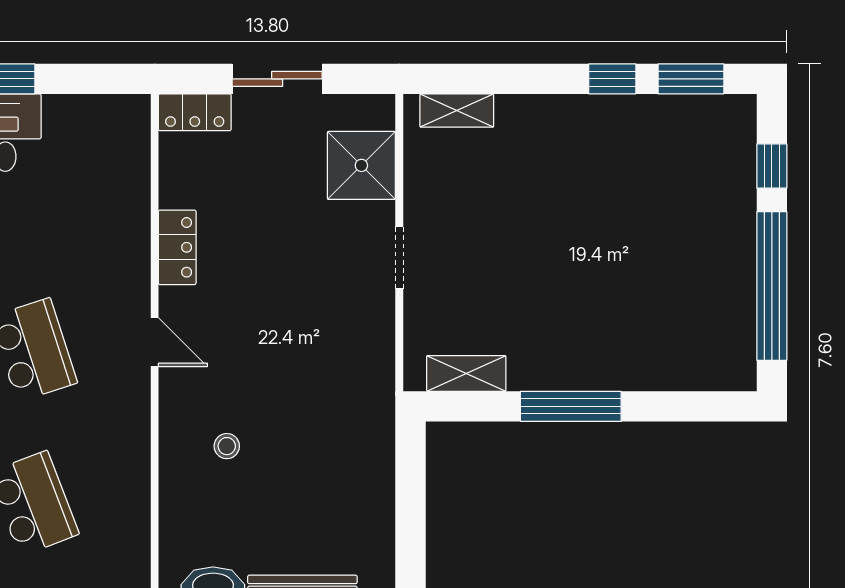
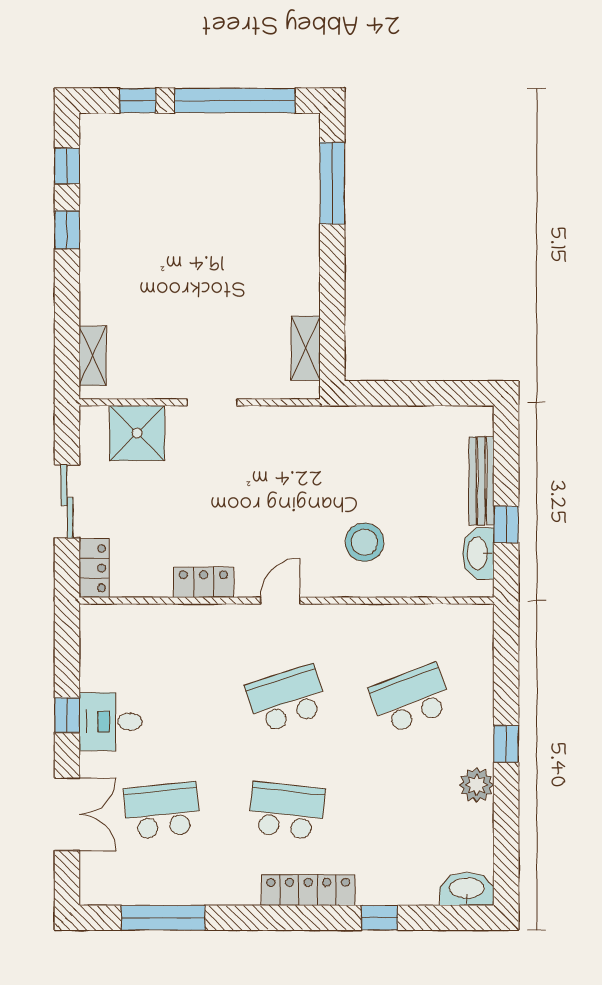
window: (691, 79) -> (67, 166), width x0.67
window: (571, 406) -> (332, 183), moved
stool: (227, 446) -> (364, 542), width x1.89, depth x1.89

